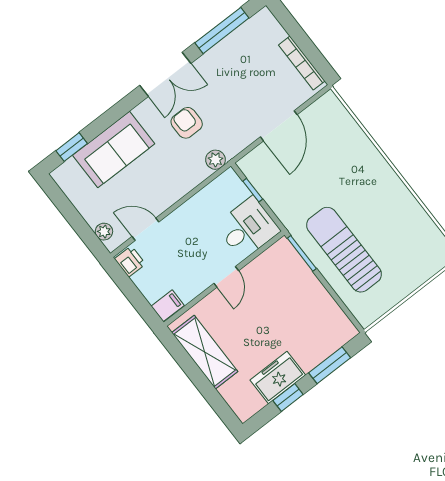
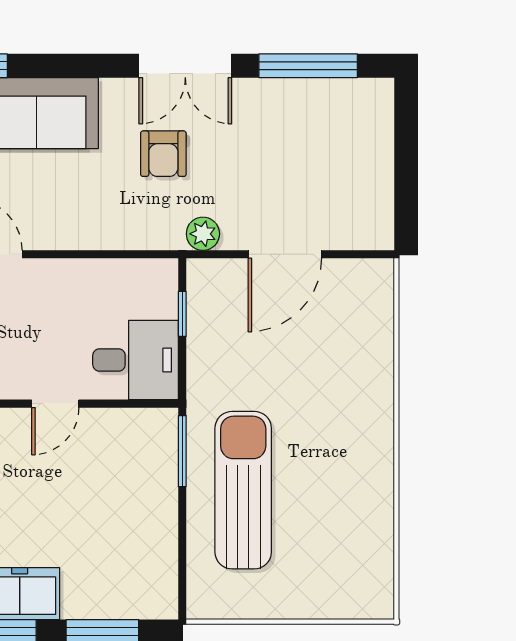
bookcase: (302, 63) -> (382, 193), removed
armchair: (187, 123) -> (163, 154), turned 180
plant: (215, 160) -> (203, 234), moved

